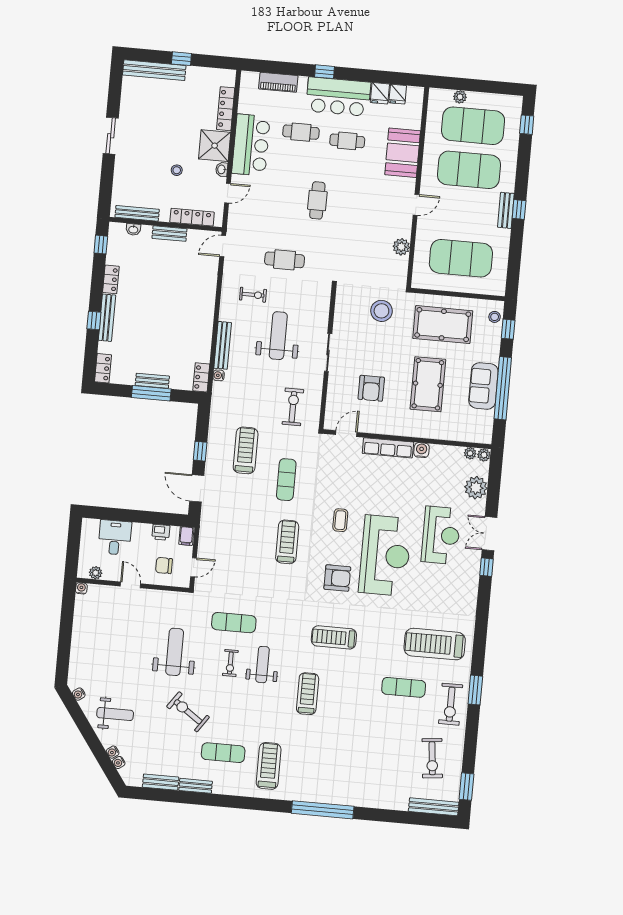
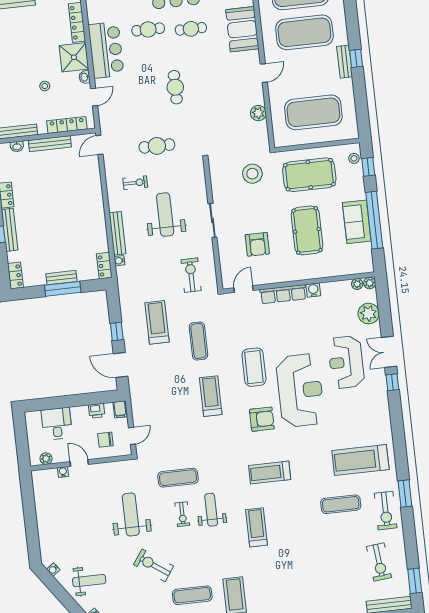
bench: (169, 234) -> (50, 144), width x1.36
coffee table: (340, 520) -> (254, 367), width x1.86, depth x1.72
reception desk: (441, 535) -> (346, 362), turned 180
water cooler: (81, 588) -> (63, 472), moved

